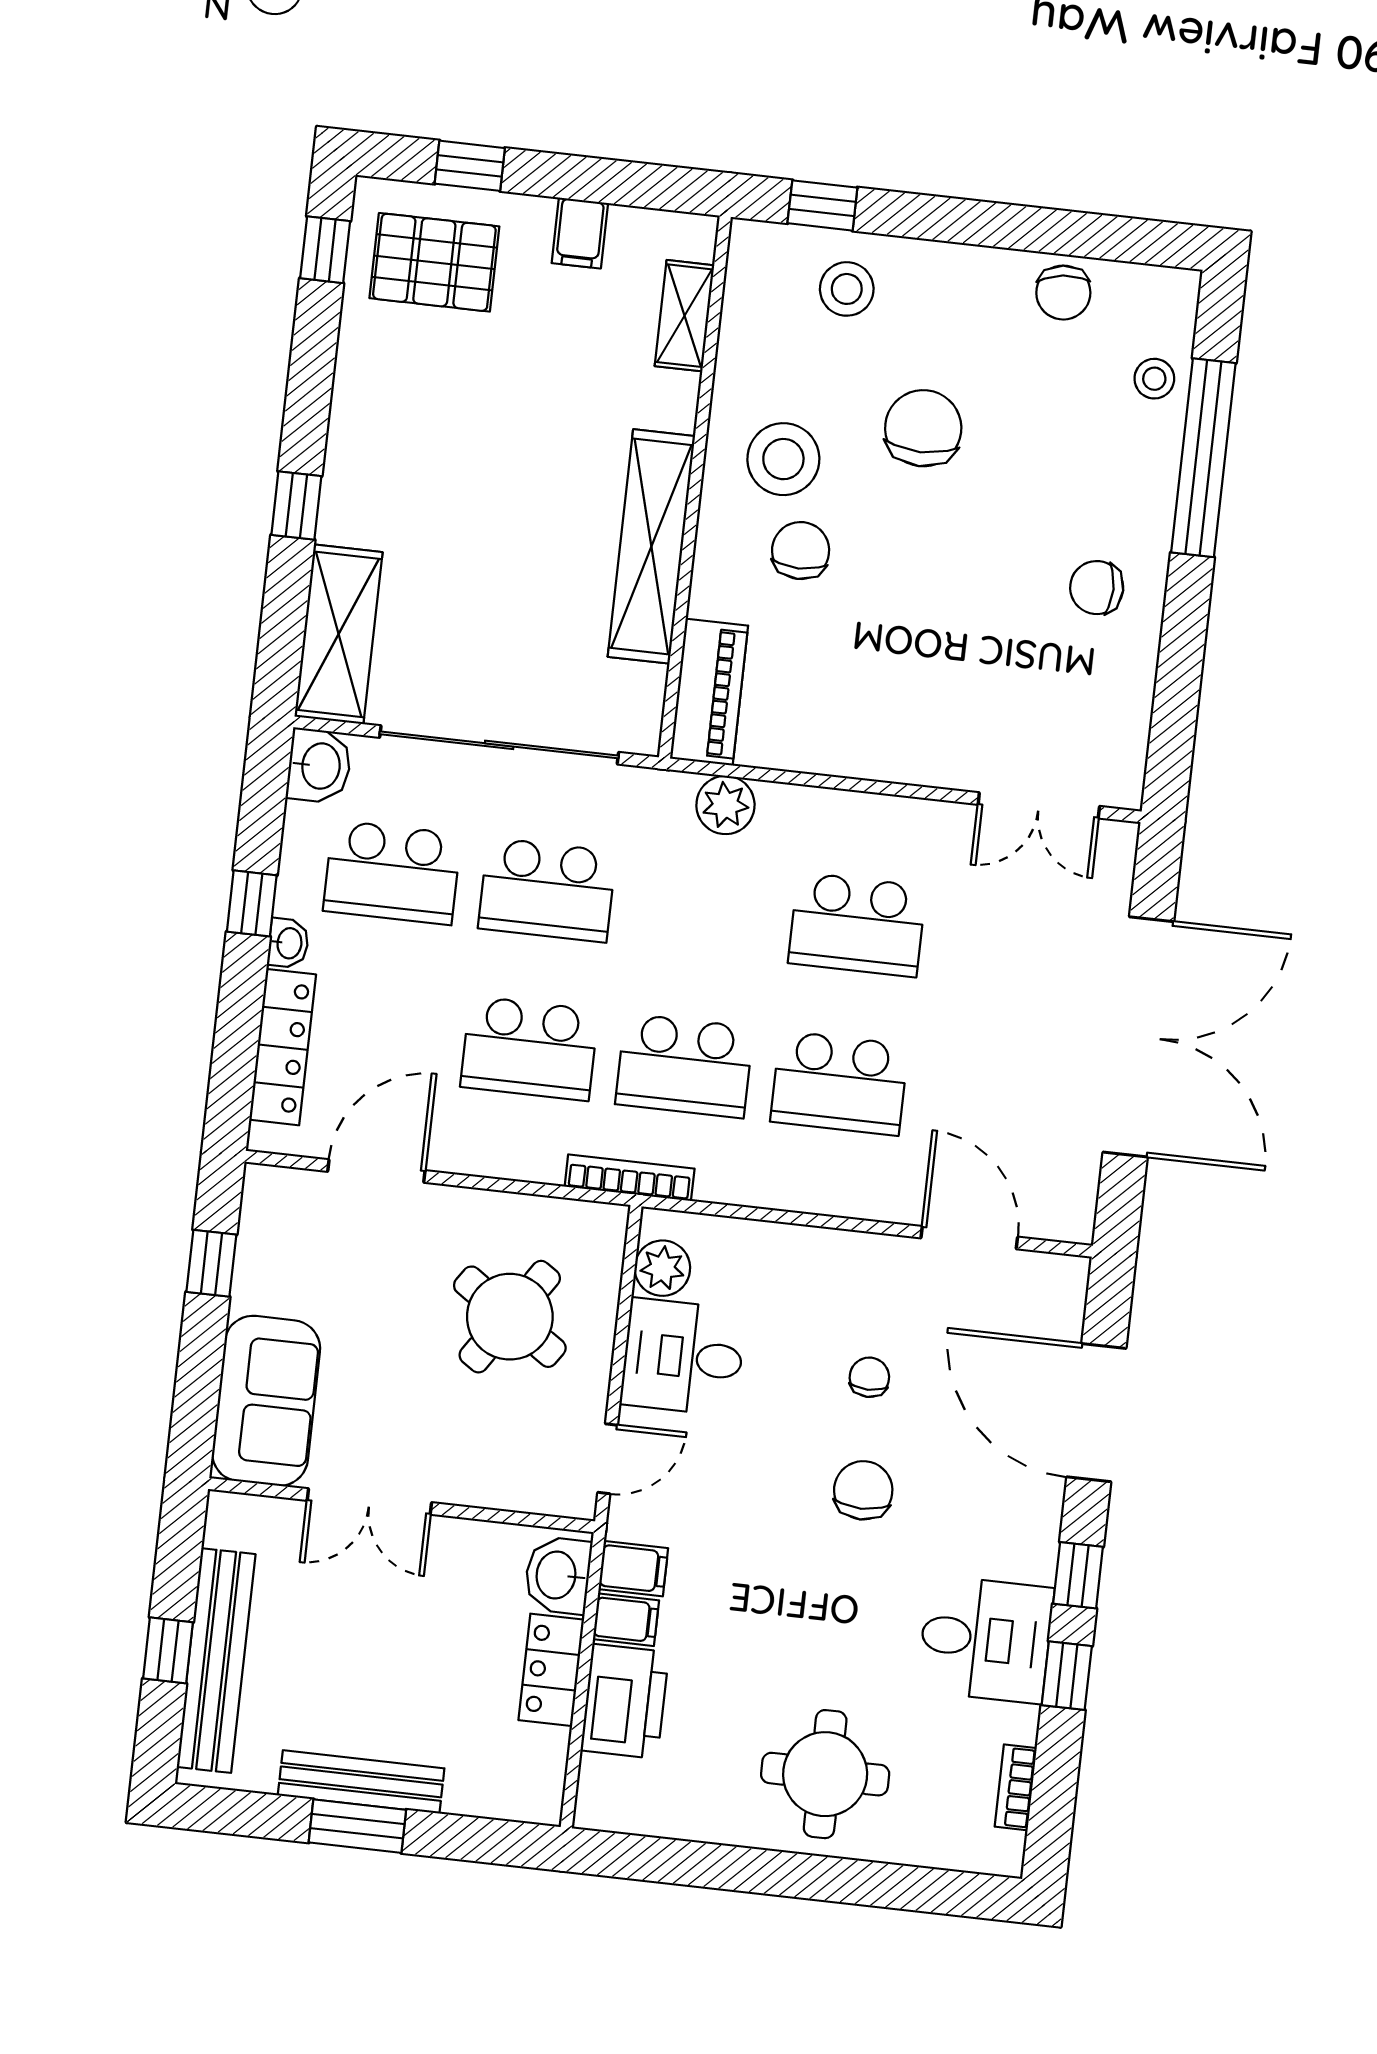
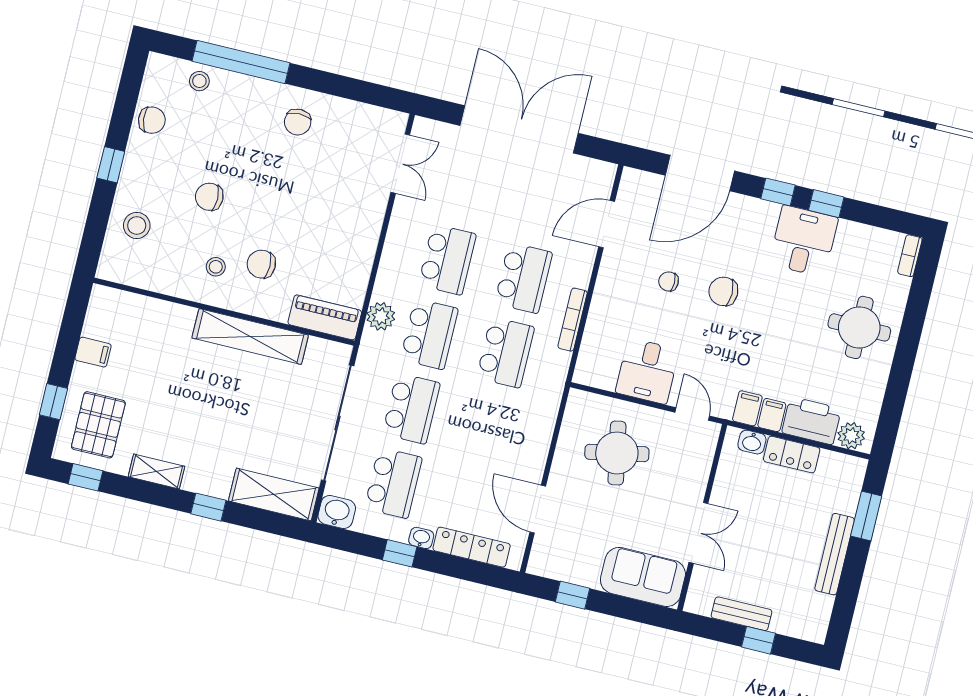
window: (822, 205) -> (111, 165), moved
shelving: (685, 316) -> (156, 471), moved
chair: (923, 428) -> (209, 197), width x0.73, depth x0.73
stool: (783, 459) -> (216, 267), width x0.53, depth x0.53
school desk: (529, 1048) -> (429, 334), moved
bookcase: (630, 1178) -> (573, 320), moved
plant: (662, 1268) -> (851, 436), moved
round table: (510, 1317) -> (617, 453), turned 45
washbasin: (558, 1575) -> (752, 442), width x0.72, depth x0.69
bench: (216, 1661) -> (742, 614), width x0.54, depth x0.82
bookcase: (1016, 1787) -> (910, 256), moved, turned 90
window: (357, 1826) -> (866, 516), moved

